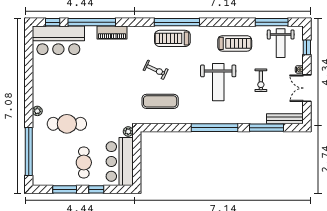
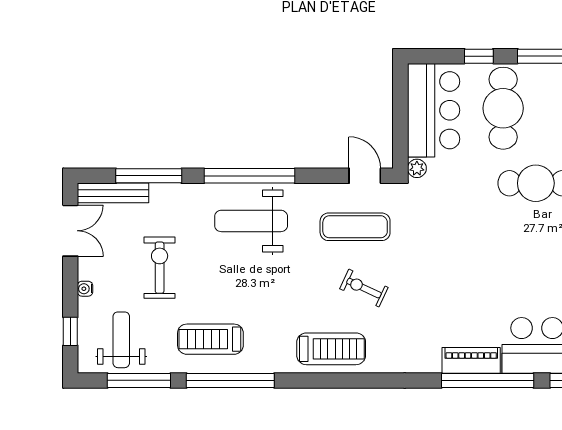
window: (177, 22) -> (230, 380), moved
piano: (112, 33) -> (471, 360), moved
exercise bike: (261, 80) -> (160, 268), width x1.38, depth x1.39
weight bench: (218, 82) -> (251, 221), moved, turned -90
double door: (307, 88) -> (70, 231), moved
door: (155, 128) -> (365, 176), added
cafe table: (84, 163) -> (503, 108), width x1.37, depth x1.35

